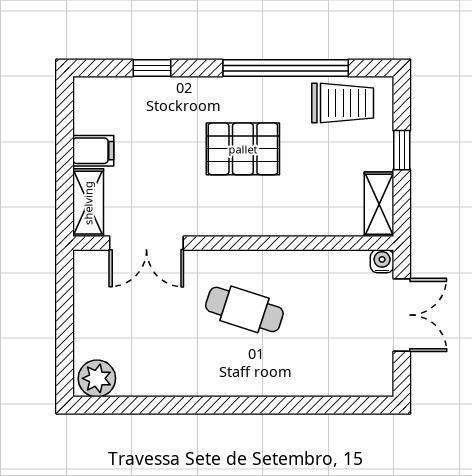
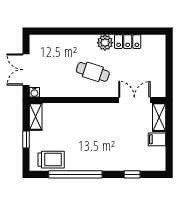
trolley: (343, 103) -> (51, 160), turned 180
pallet: (243, 149) -> (93, 140), removed
plant: (97, 378) -> (105, 43), moved
locker: (162, 381) -> (128, 42), added

